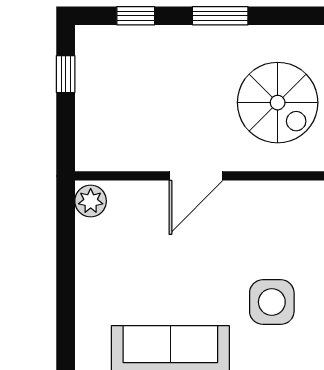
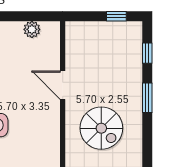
spiral stairs: (278, 103) -> (101, 128), turned -90
plant: (91, 201) -> (32, 29), moved

